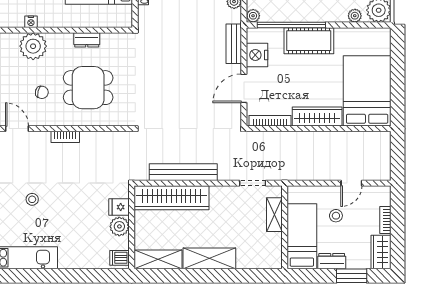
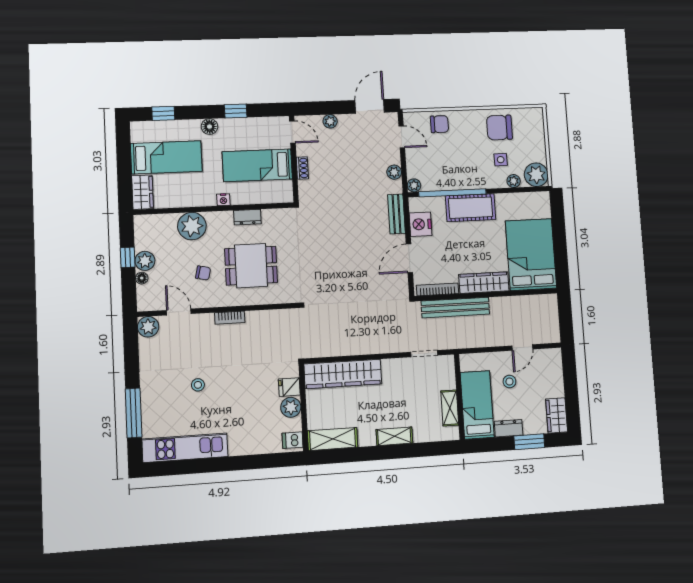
nightstand: (31, 22) -> (223, 200), moved
bench: (183, 172) -> (455, 308), moved
shelving: (274, 215) -> (450, 408), moved
bookcase: (385, 220) -> (558, 383), removed
shelving: (209, 258) -> (394, 436), width x0.67, depth x0.75

